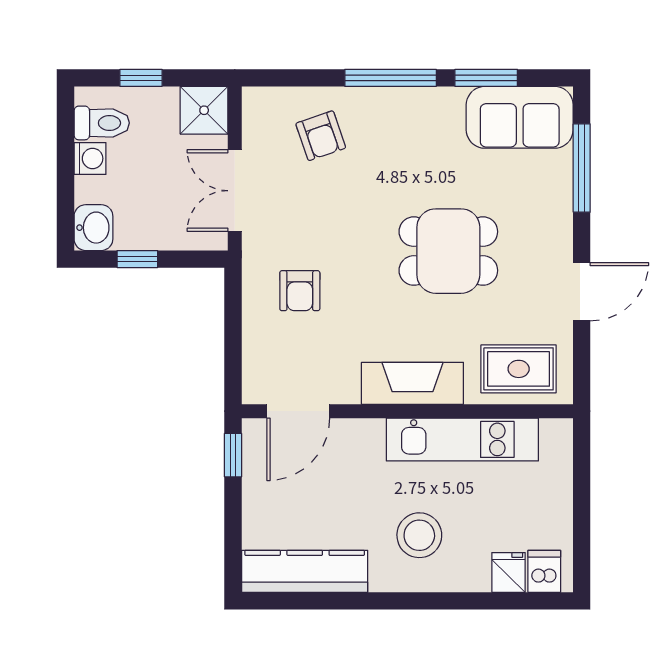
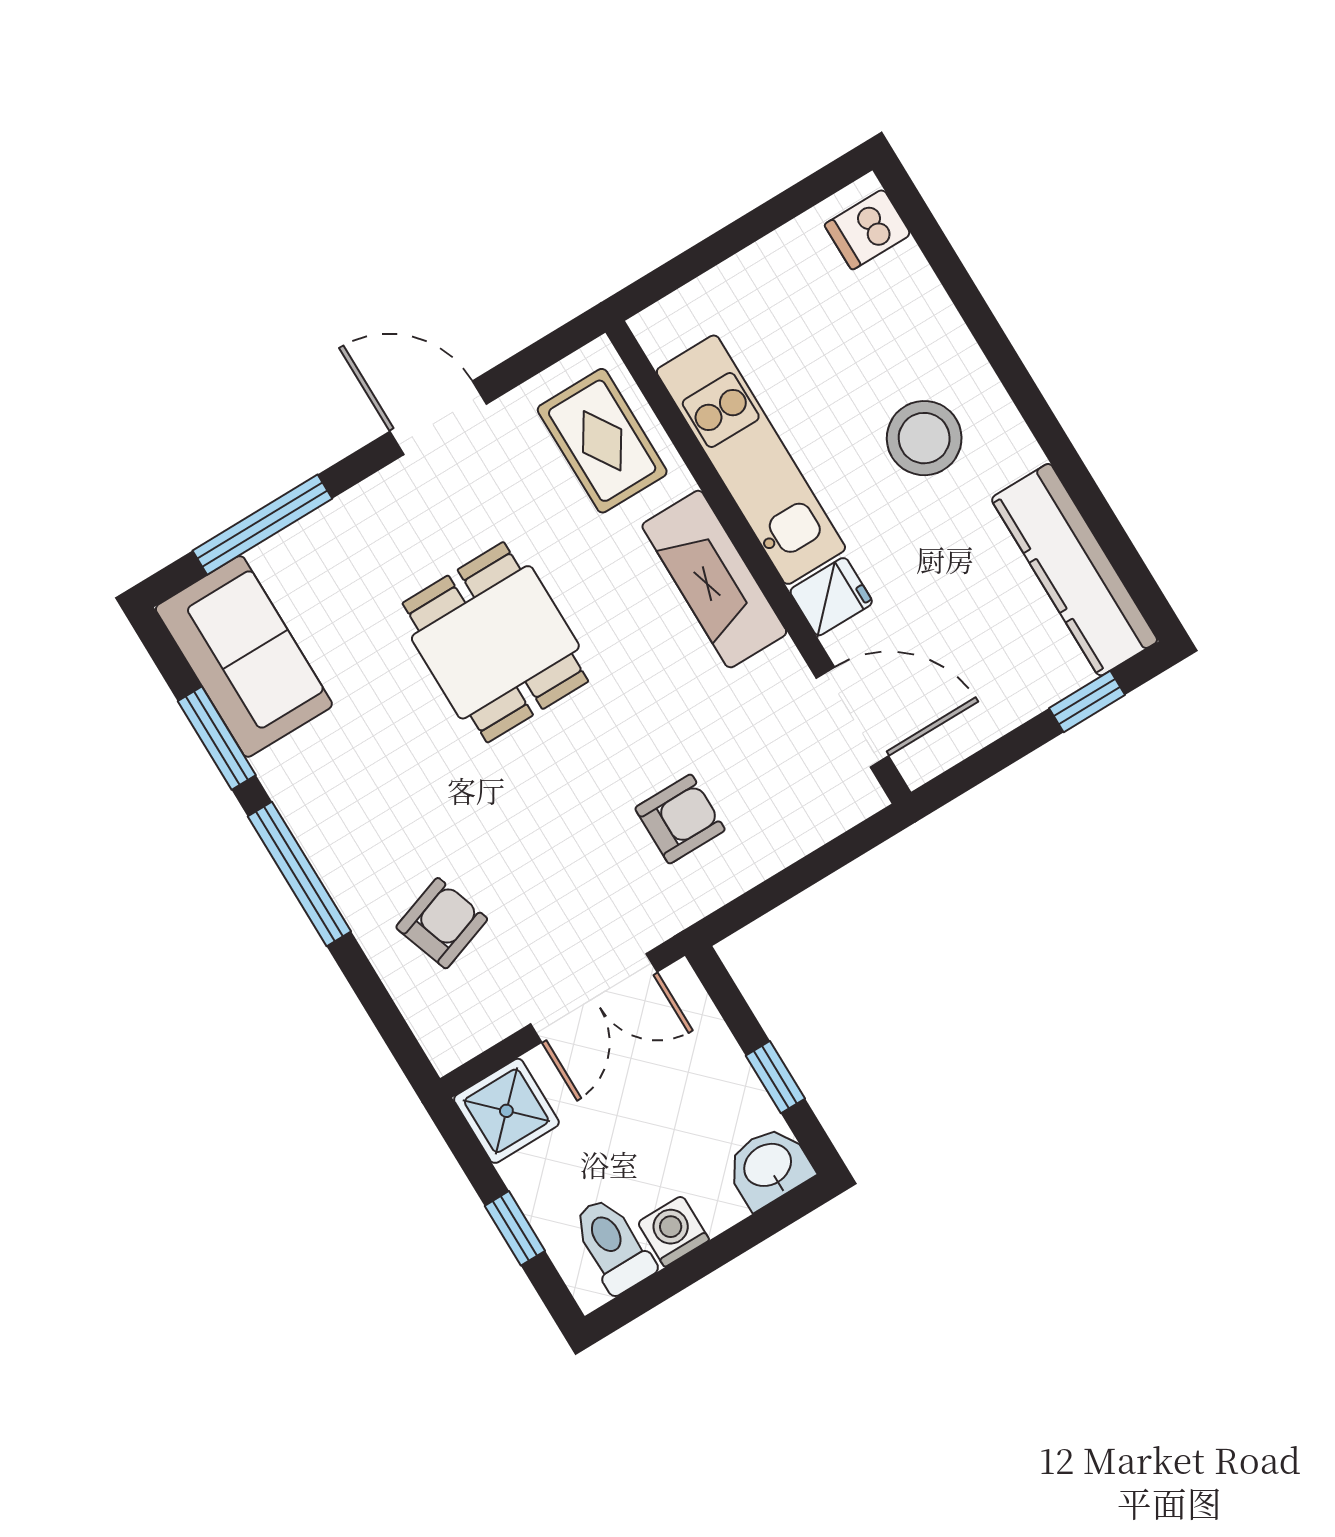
window: (233, 455) -> (1087, 702), moved
fridge: (509, 572) -> (831, 597), moved, turned 180

